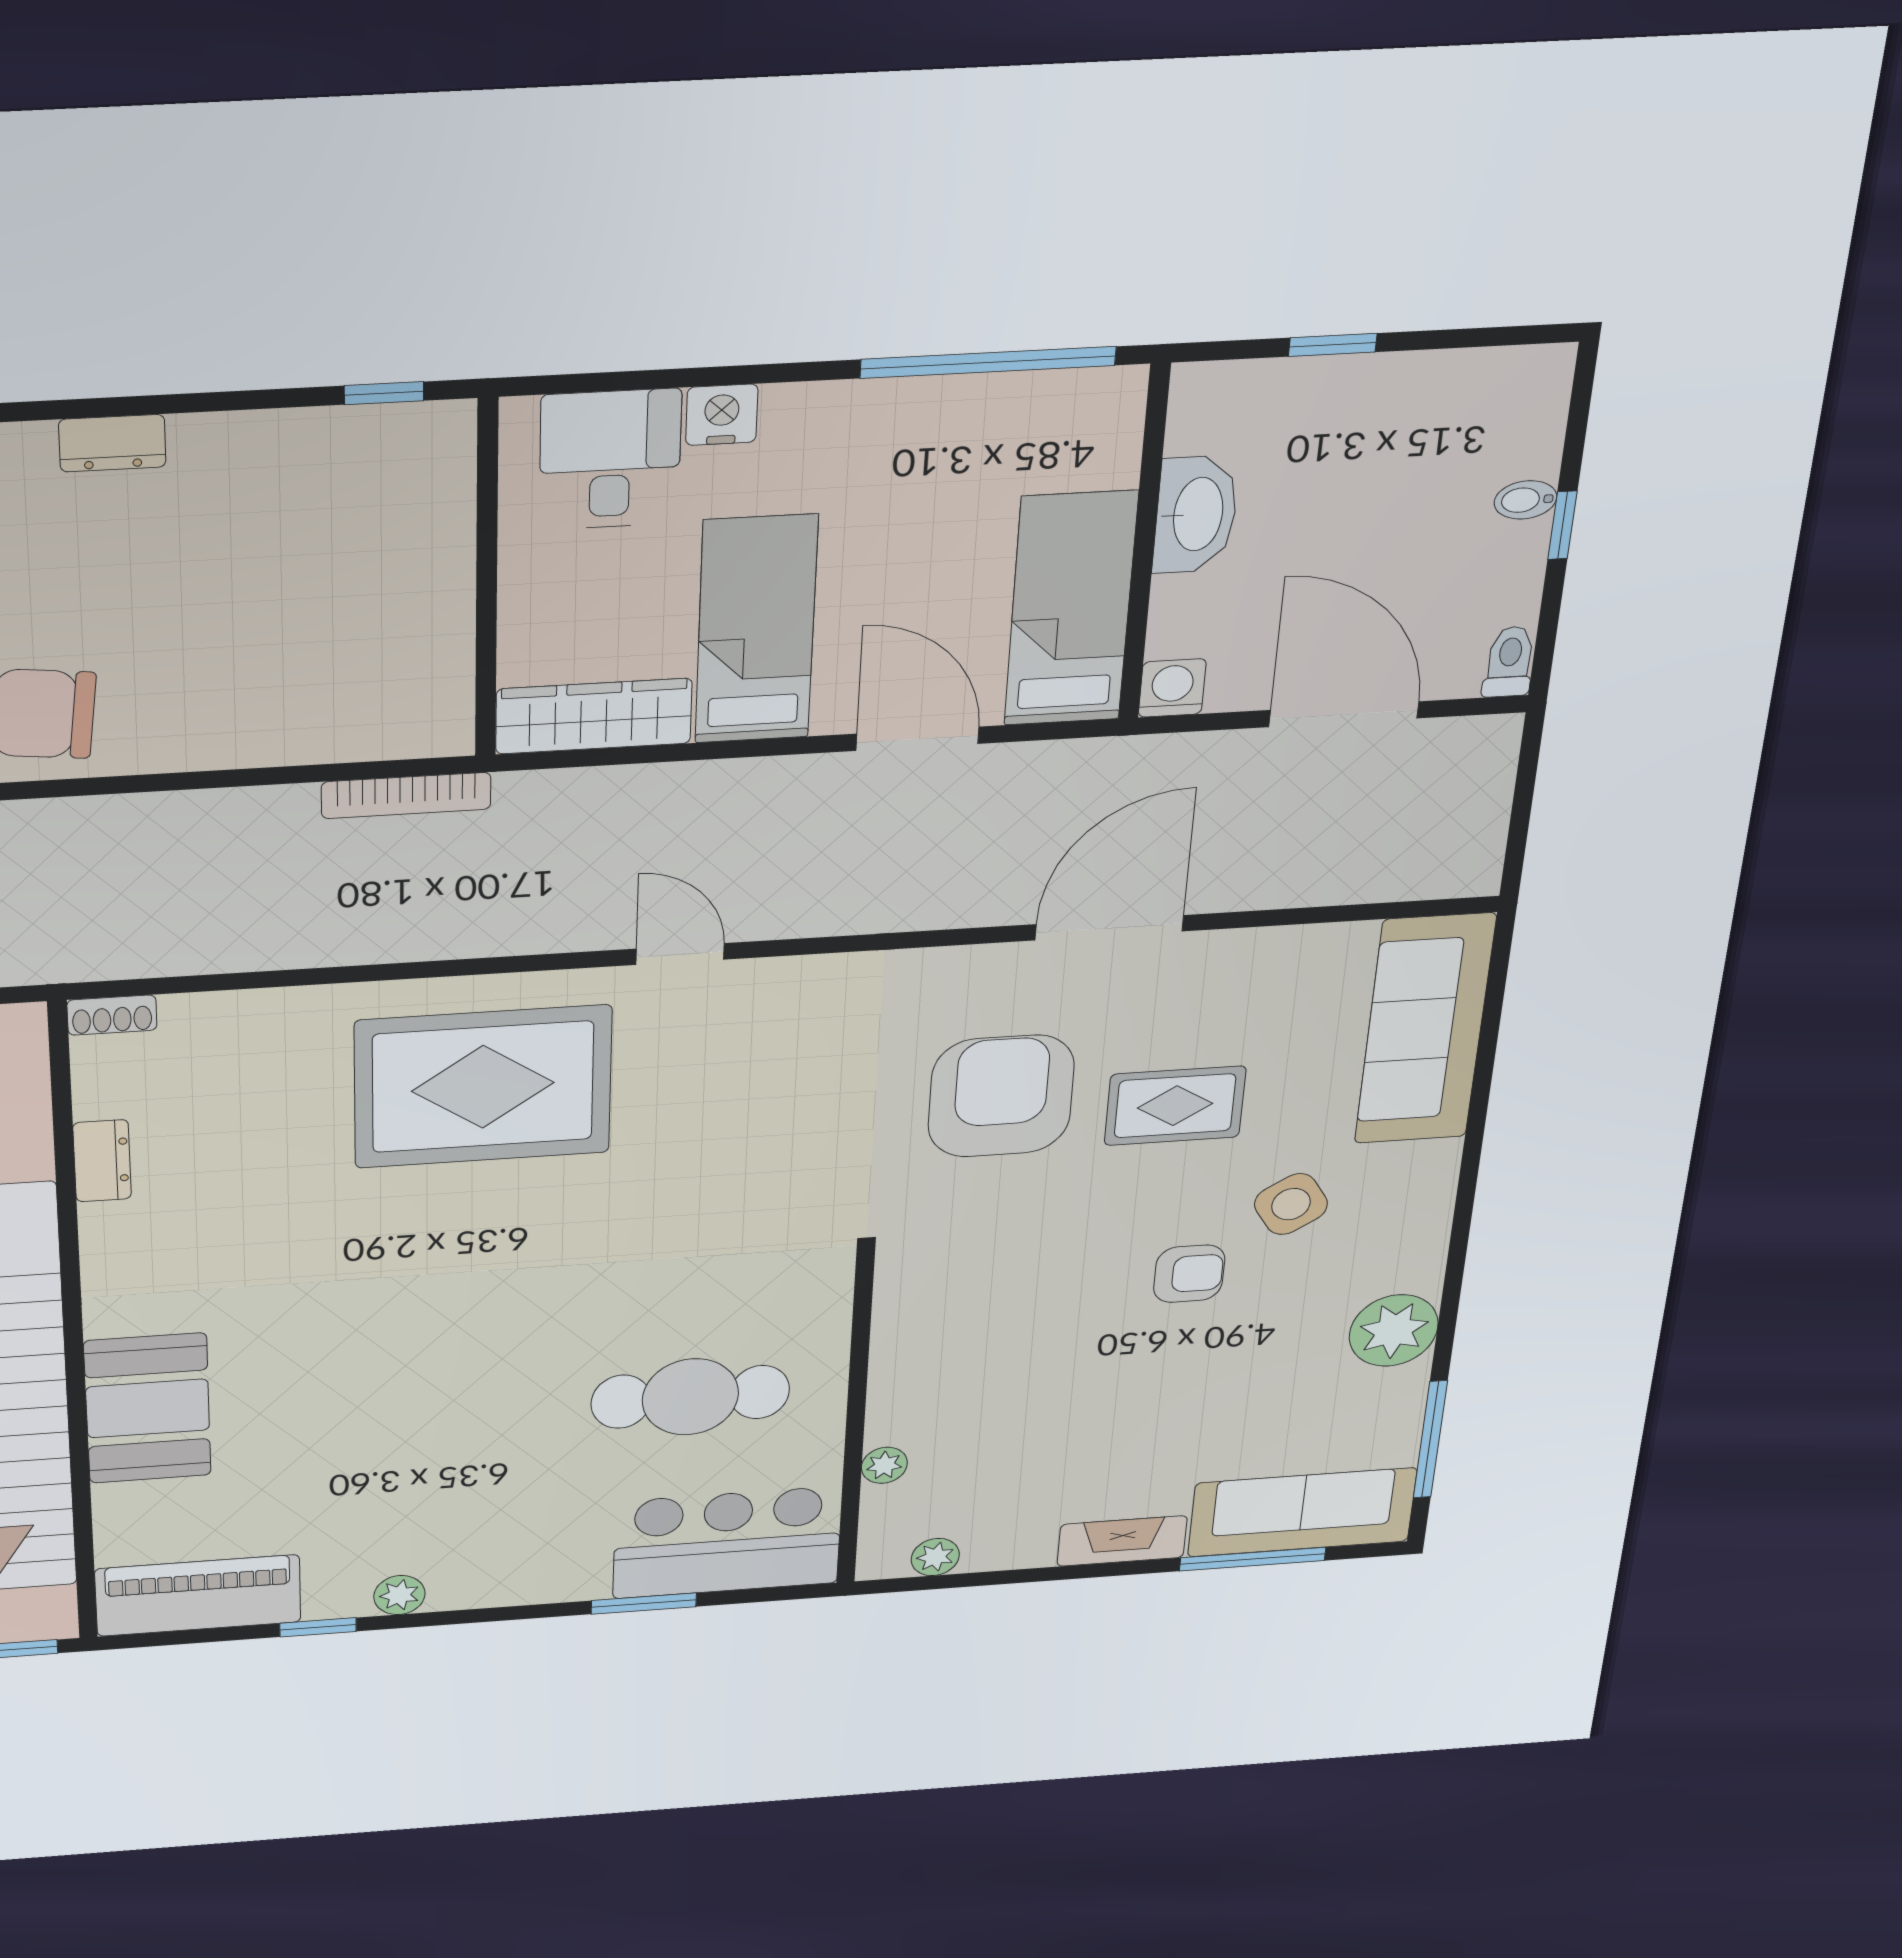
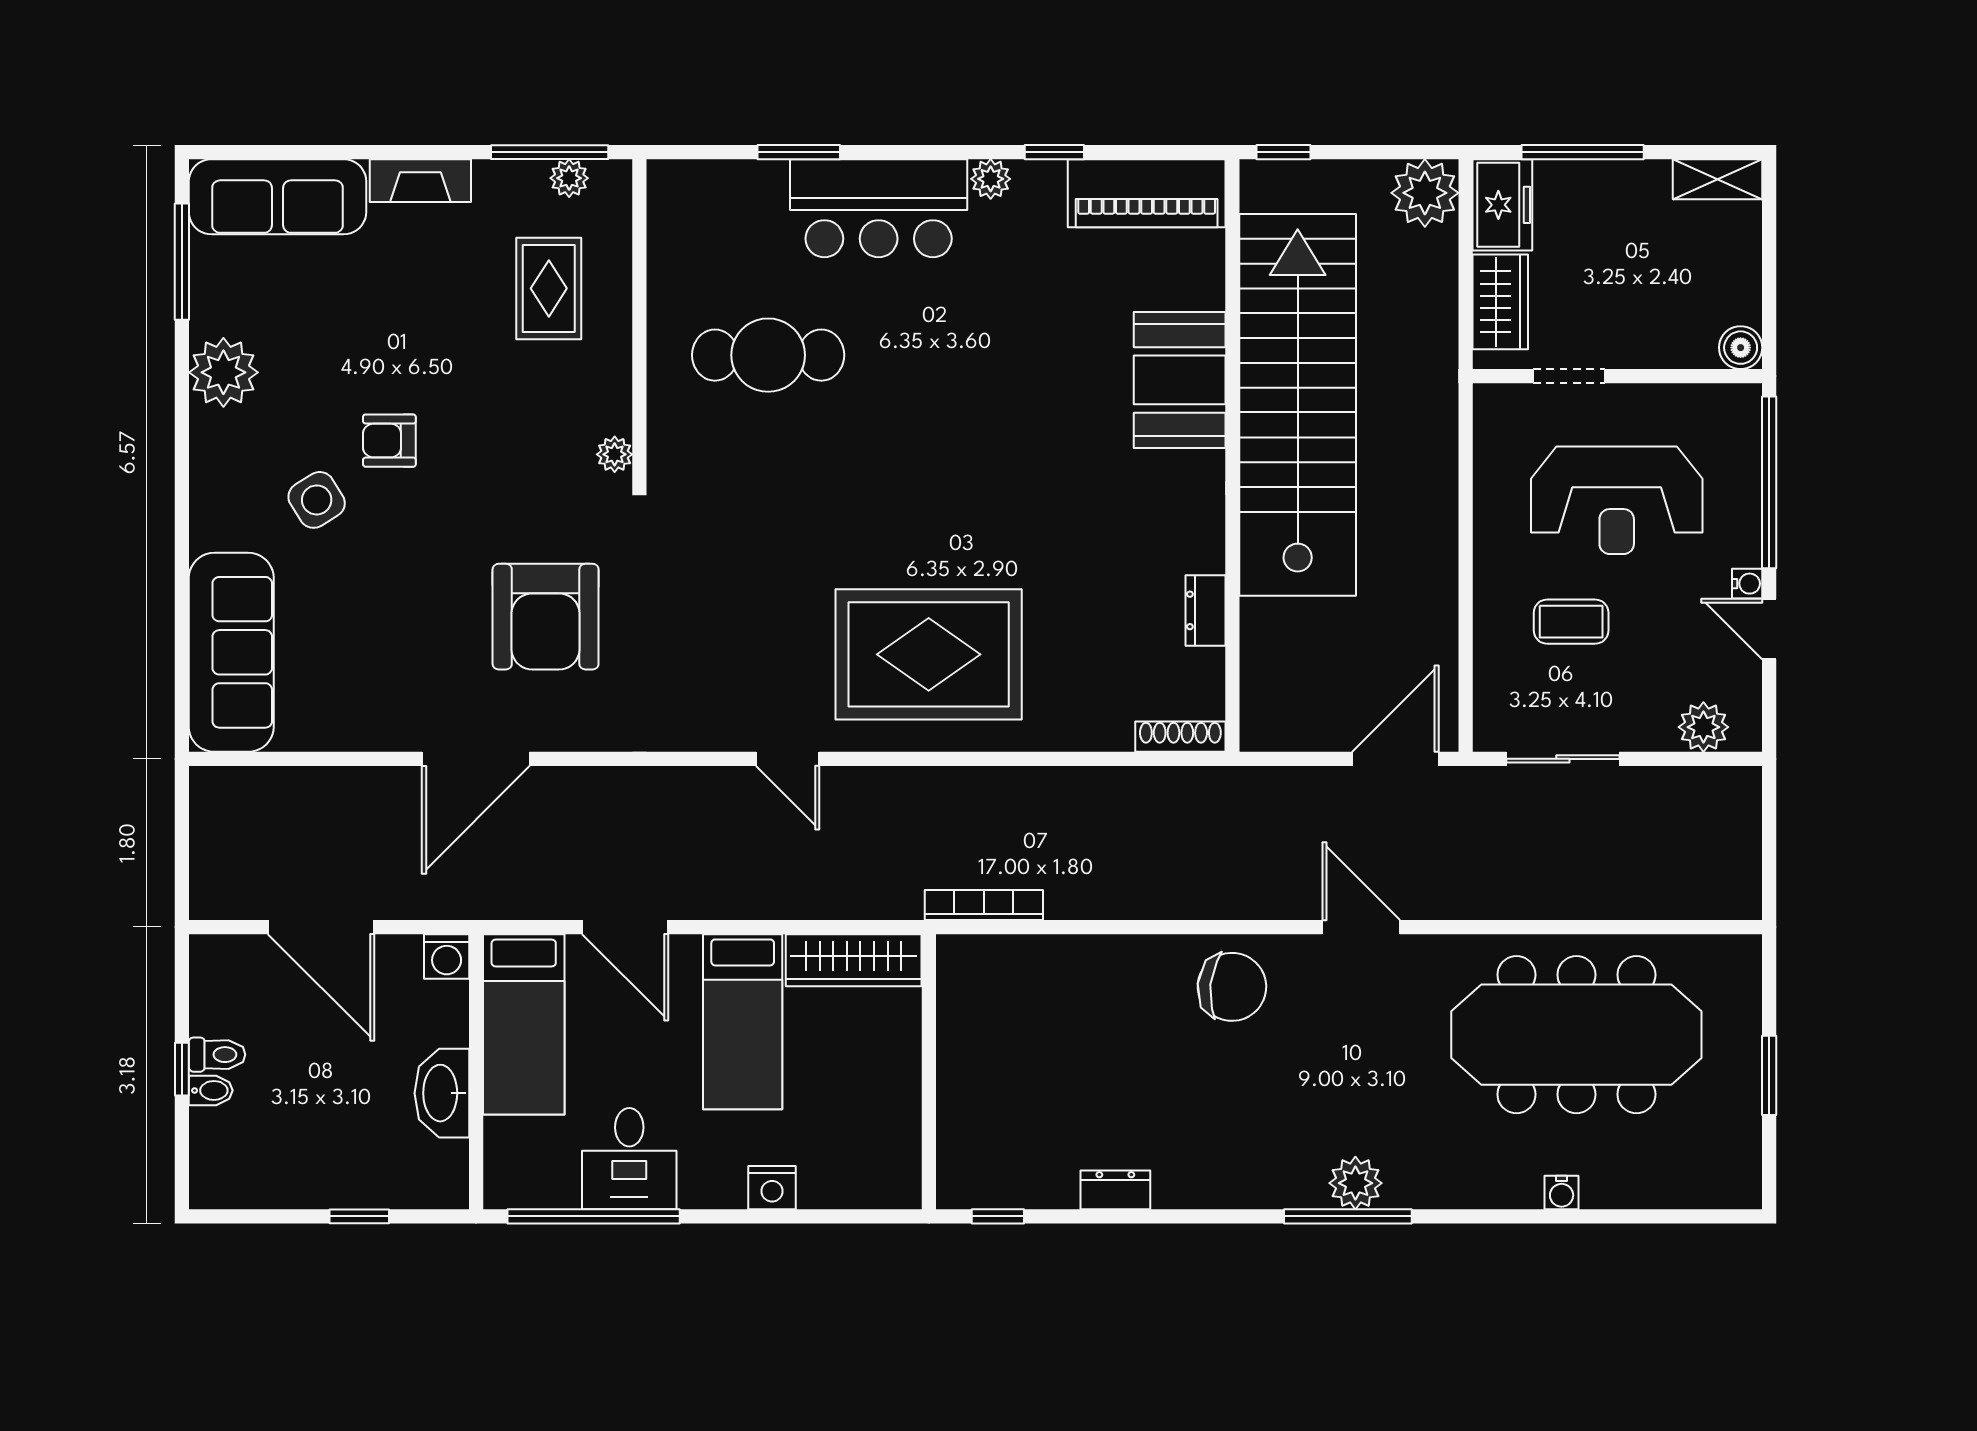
dresser: (112, 443) -> (1115, 1190), moved
desk: (610, 459) -> (629, 1159), moved
toilet: (1509, 662) -> (217, 1055), moved, turned -90
shoe rack: (112, 1015) -> (1180, 737), width x1.43
rug: (1175, 1106) -> (549, 288), moved, turned 90
plant: (884, 1465) -> (615, 454), moved
bar counter: (727, 1543) -> (879, 208), moved
window: (1253, 1559) -> (550, 152), moved

